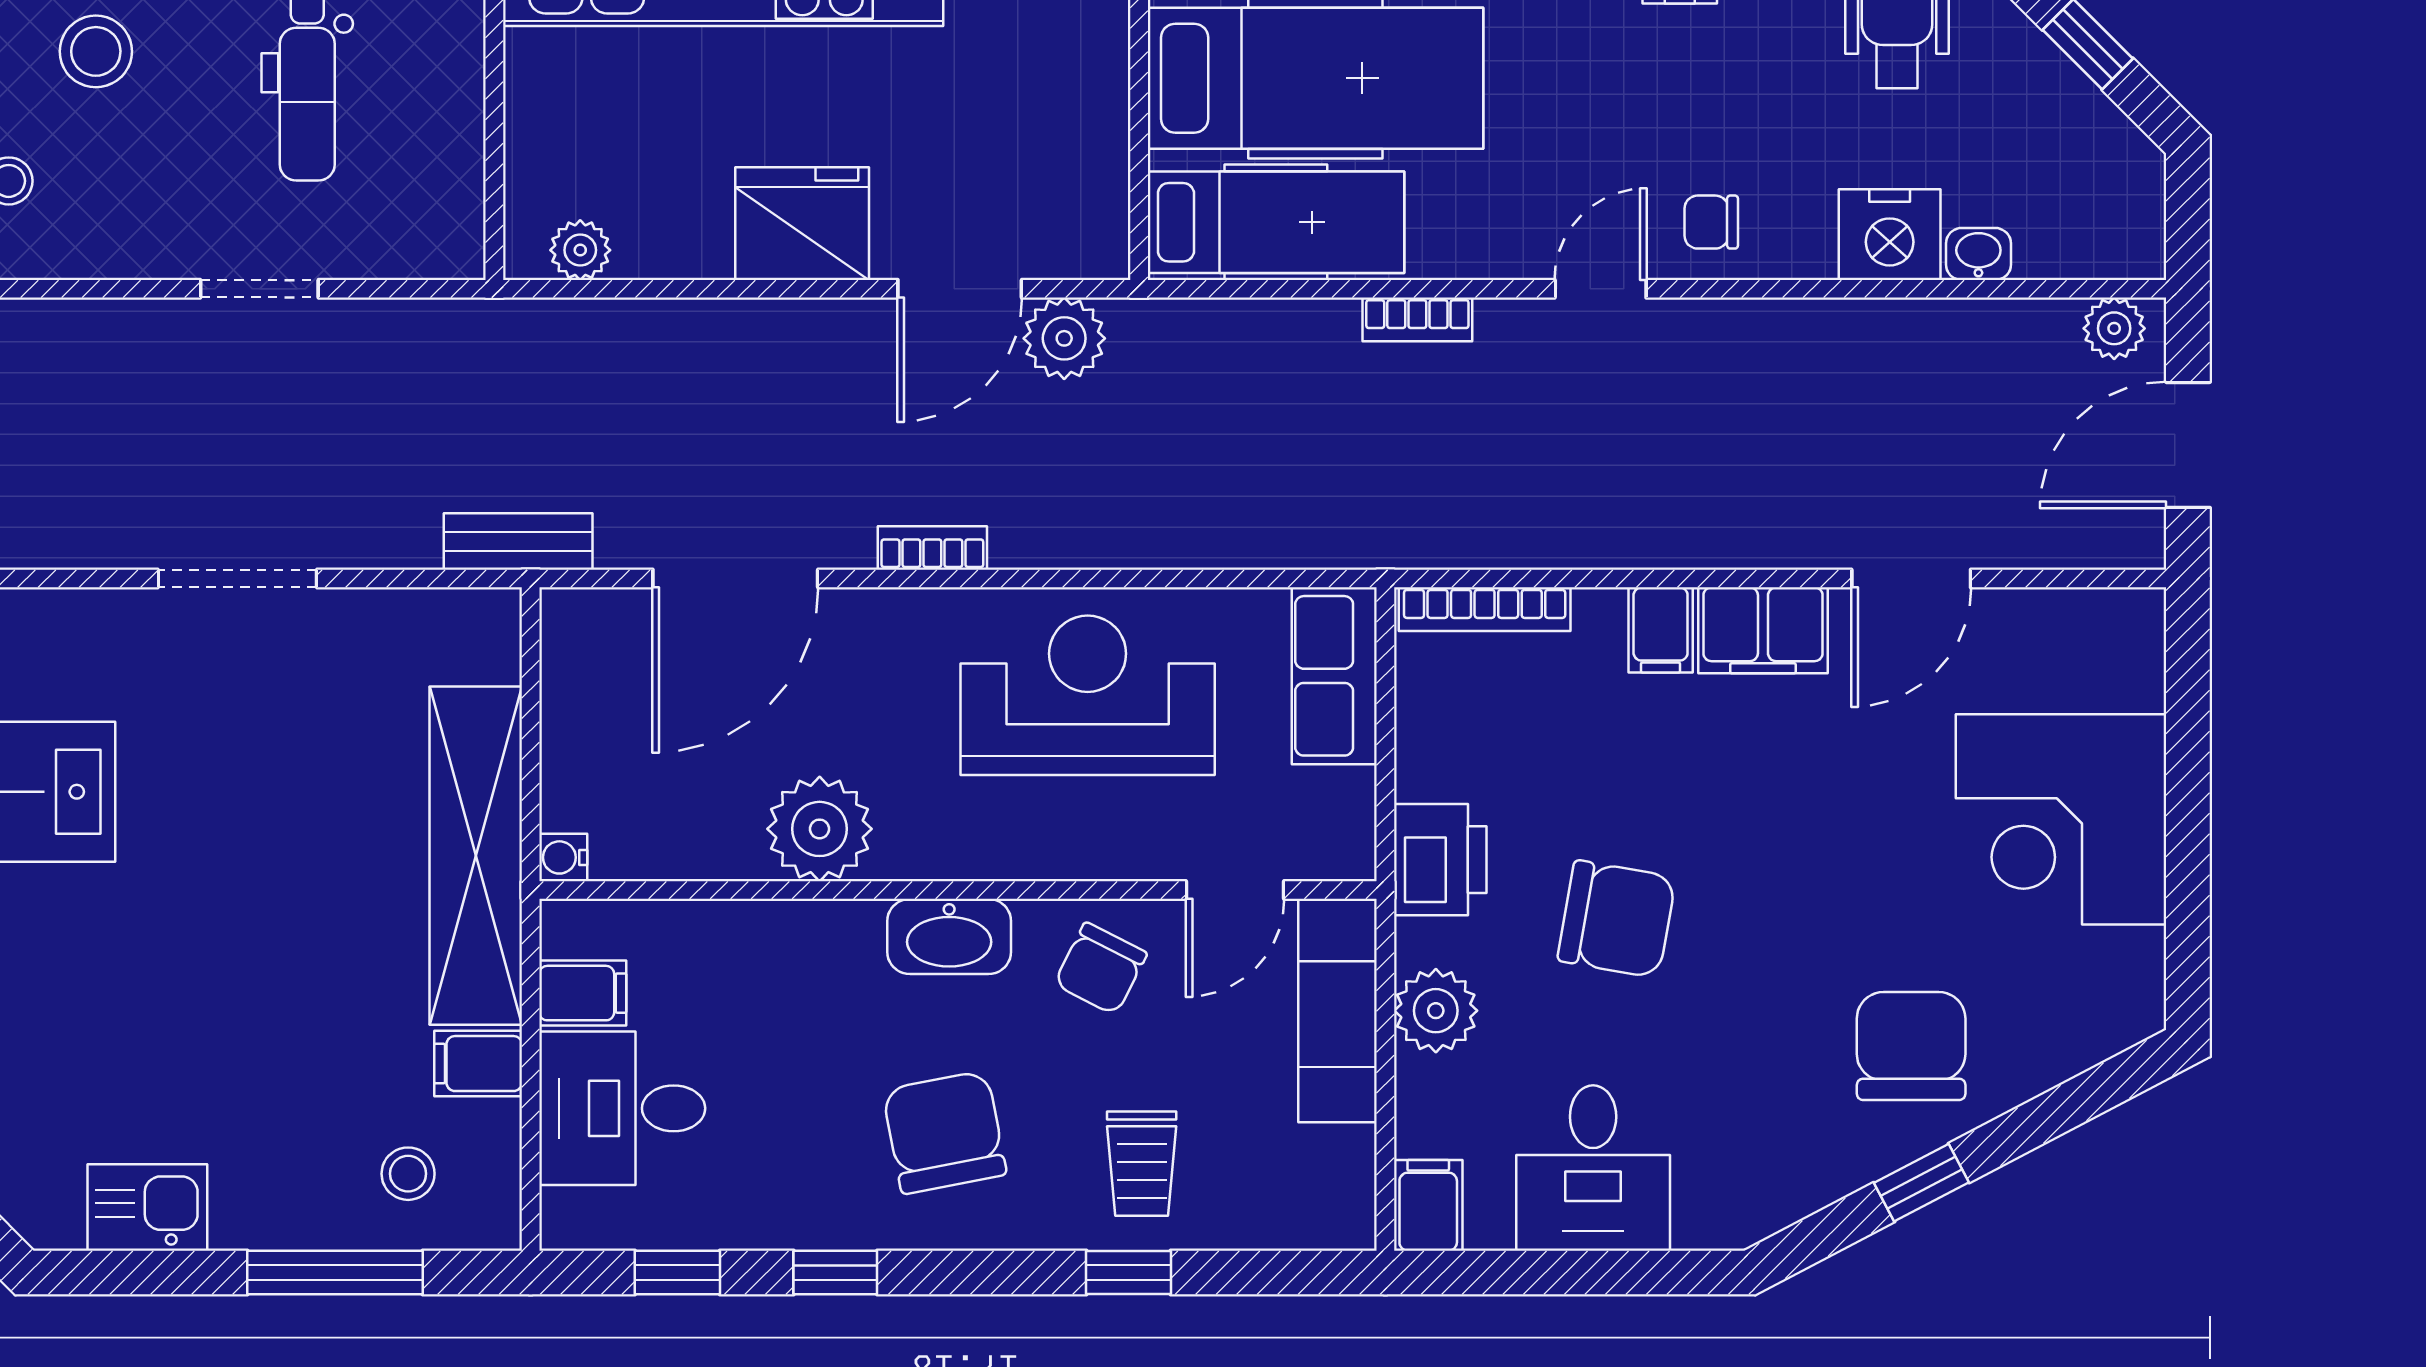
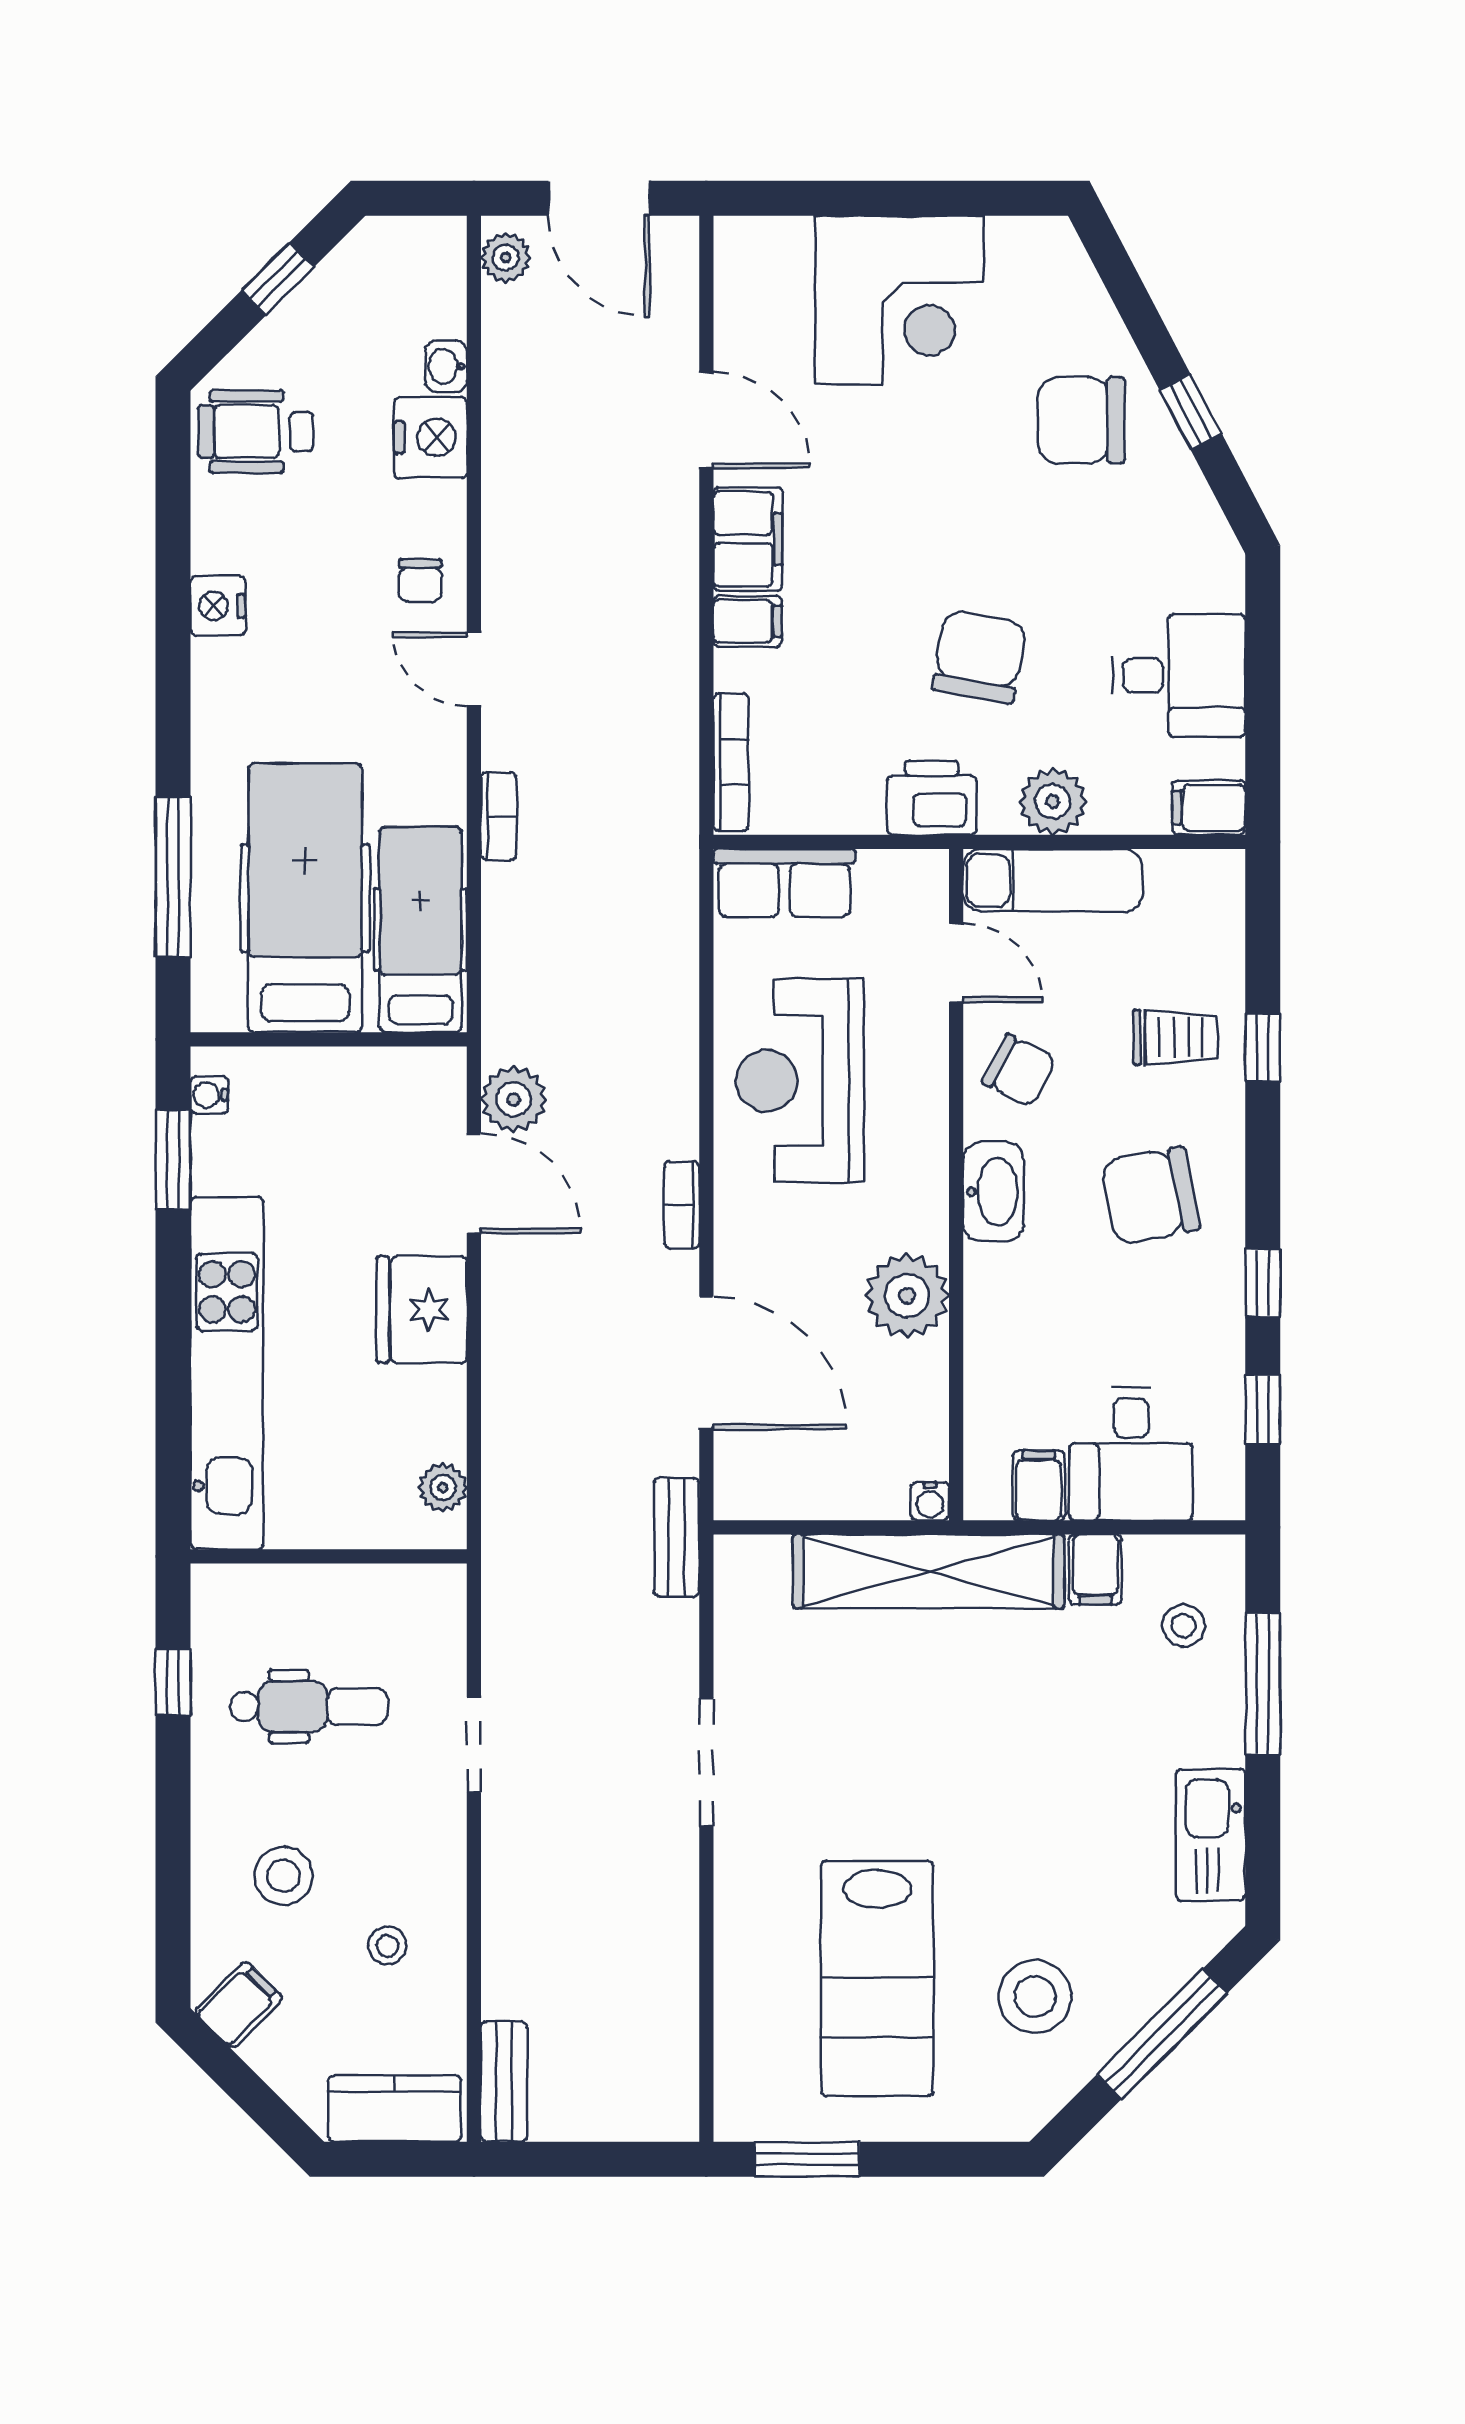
kitchen sink: (147, 1207) -> (1211, 1835), width x1.38

